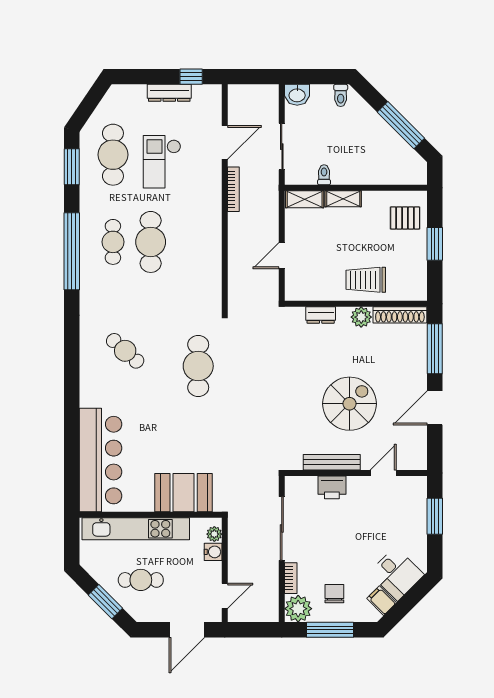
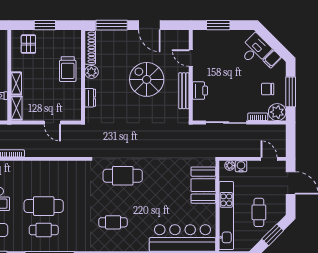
cafe table: (125, 351) -> (113, 222), turned 48

